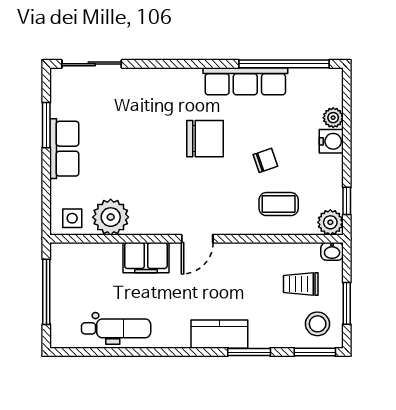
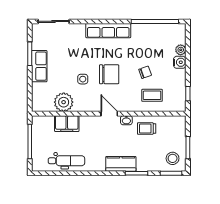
row of seats: (245, 81) -> (108, 31), moved
chair: (205, 139) -> (109, 74), moved
side table: (72, 218) -> (83, 79), moved
plant: (330, 222) -> (179, 105), removed
door: (197, 239) -> (109, 114), swing flipped
washbasin: (332, 251) -> (126, 120), moved
filing cabinet: (146, 258) -> (67, 124), moved
trolley: (301, 284) -> (147, 129), moved

